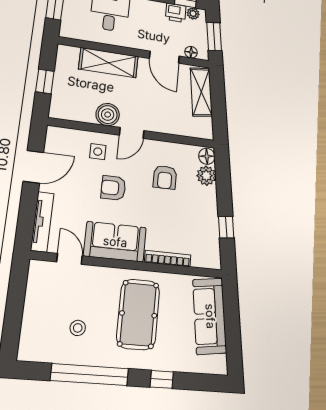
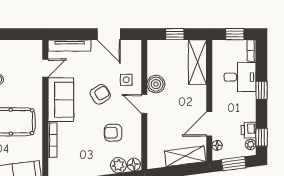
shelving: (108, 63) -> (197, 62), moved
armchair: (113, 188) -> (100, 94), turned 58

